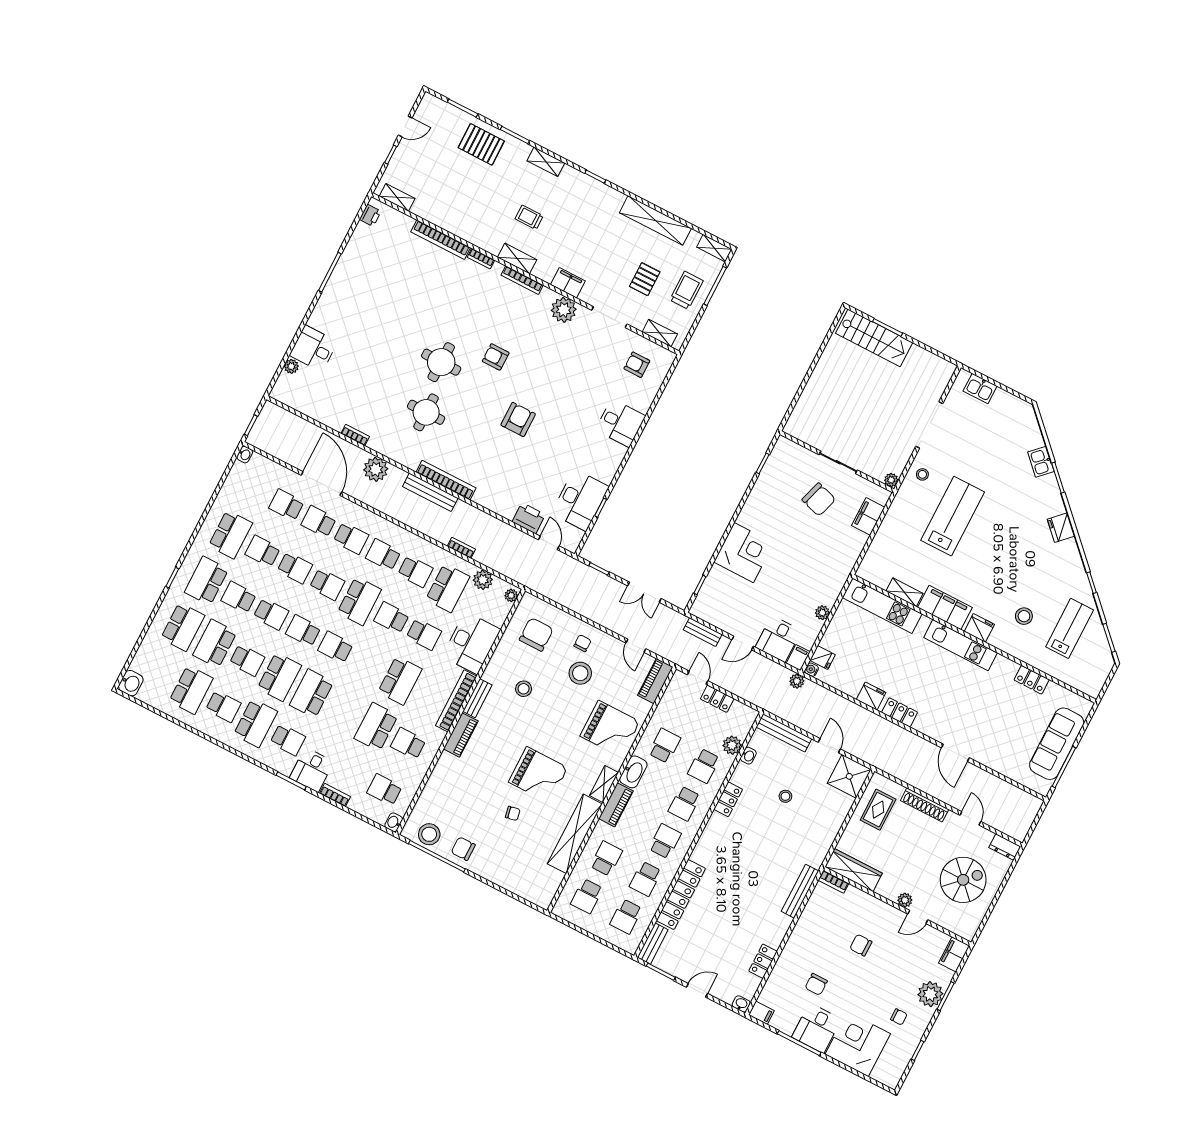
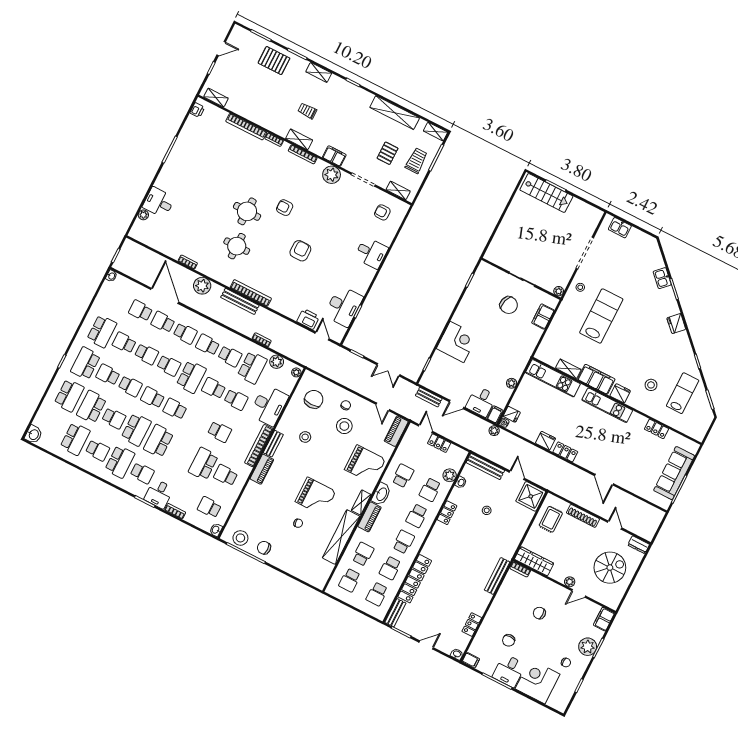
school desk: (400, 681) -> (220, 432), width x0.54

